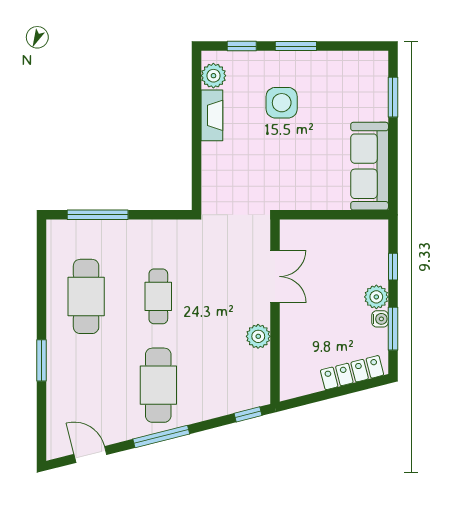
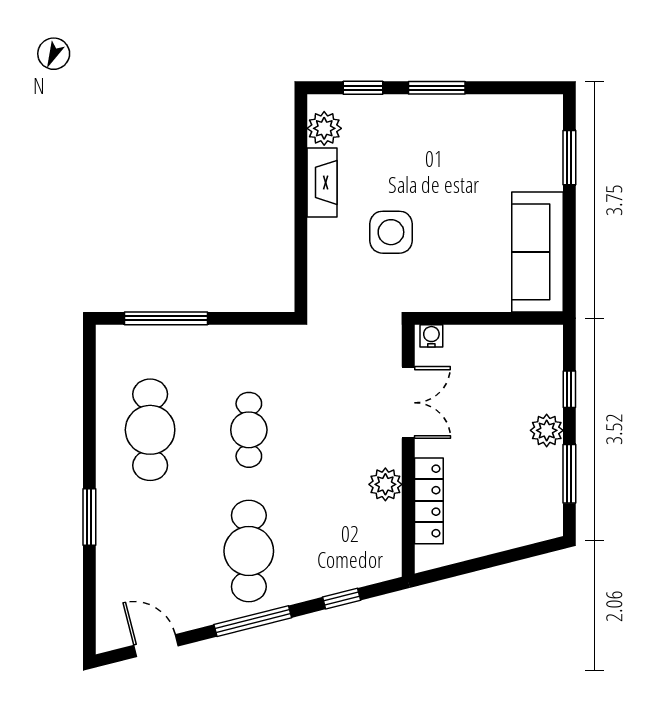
side table: (282, 103) -> (391, 232), moved
water cooler: (380, 319) -> (431, 336), moved, turned -90
locker: (352, 373) -> (429, 501), moved, turned 104
window: (248, 414) -> (342, 599), moved

